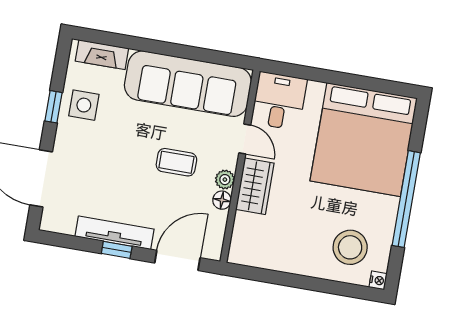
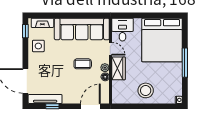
window: (54, 107) -> (25, 31), moved
window: (406, 199) -> (185, 63), width x0.68
tv unit: (115, 233) -> (45, 99), moved
stool: (350, 247) -> (146, 90), moved
window: (117, 250) -> (52, 106), moved

